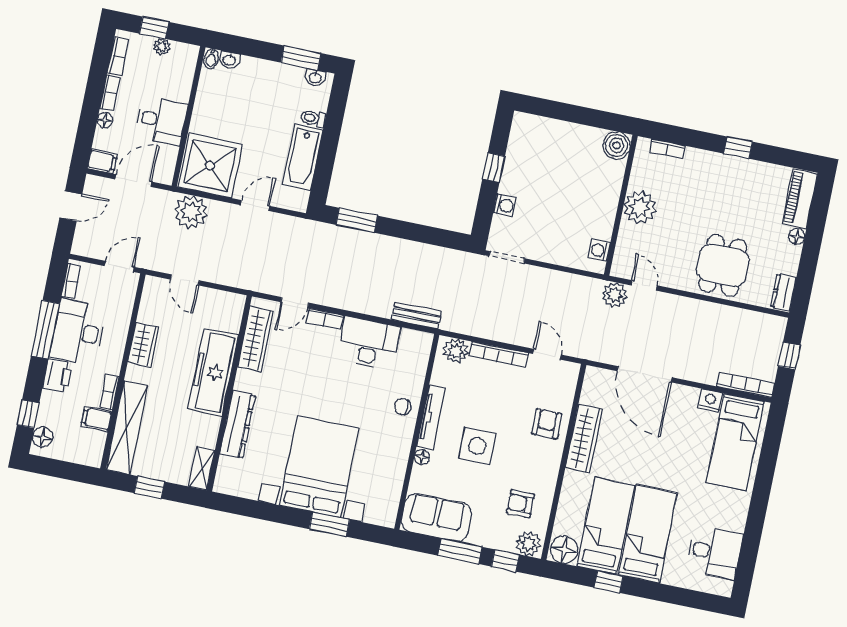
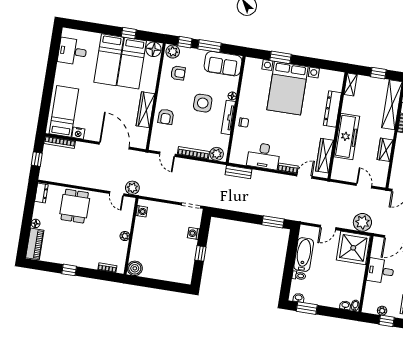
plant: (640, 208) -> (125, 236), width x0.53, depth x0.53

